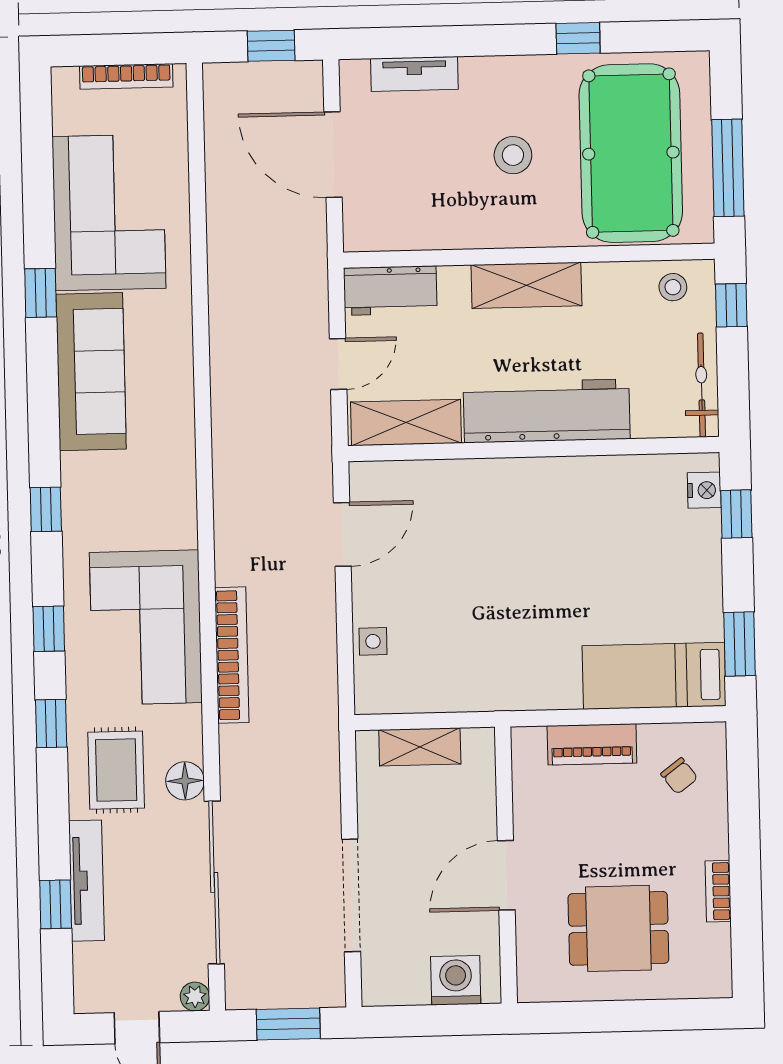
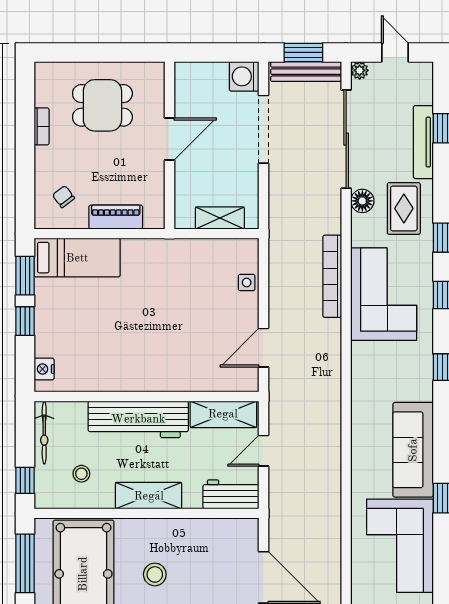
stool: (673, 287) -> (81, 474), moved
window: (736, 514) -> (25, 321), moved
washing machine: (456, 980) -> (244, 76), moved, turned 90
bench: (283, 993) -> (306, 72), added

